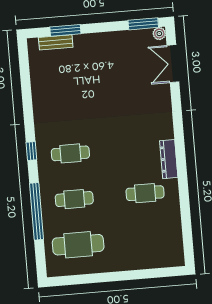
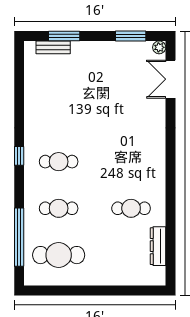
window: (143, 24) -> (131, 36), moved
dresser: (169, 159) -> (158, 246), moved
window: (36, 211) -> (19, 237), moved

